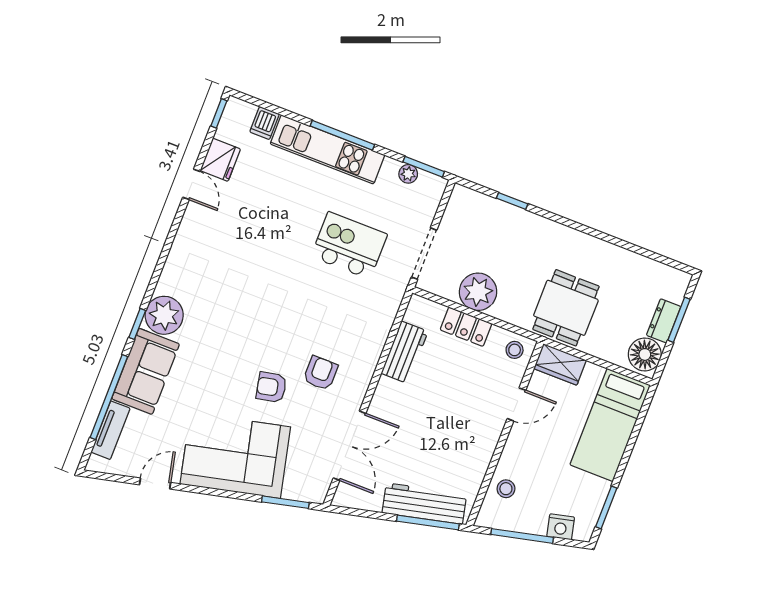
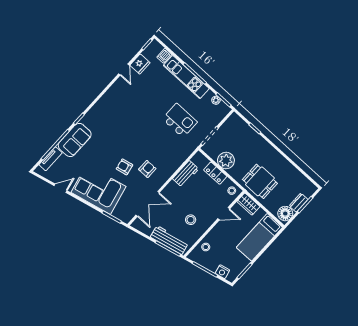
dining table: (566, 308) -> (260, 181), turned 90
plant: (164, 315) -> (91, 120), removed
stool: (452, 444) -> (191, 220), added

